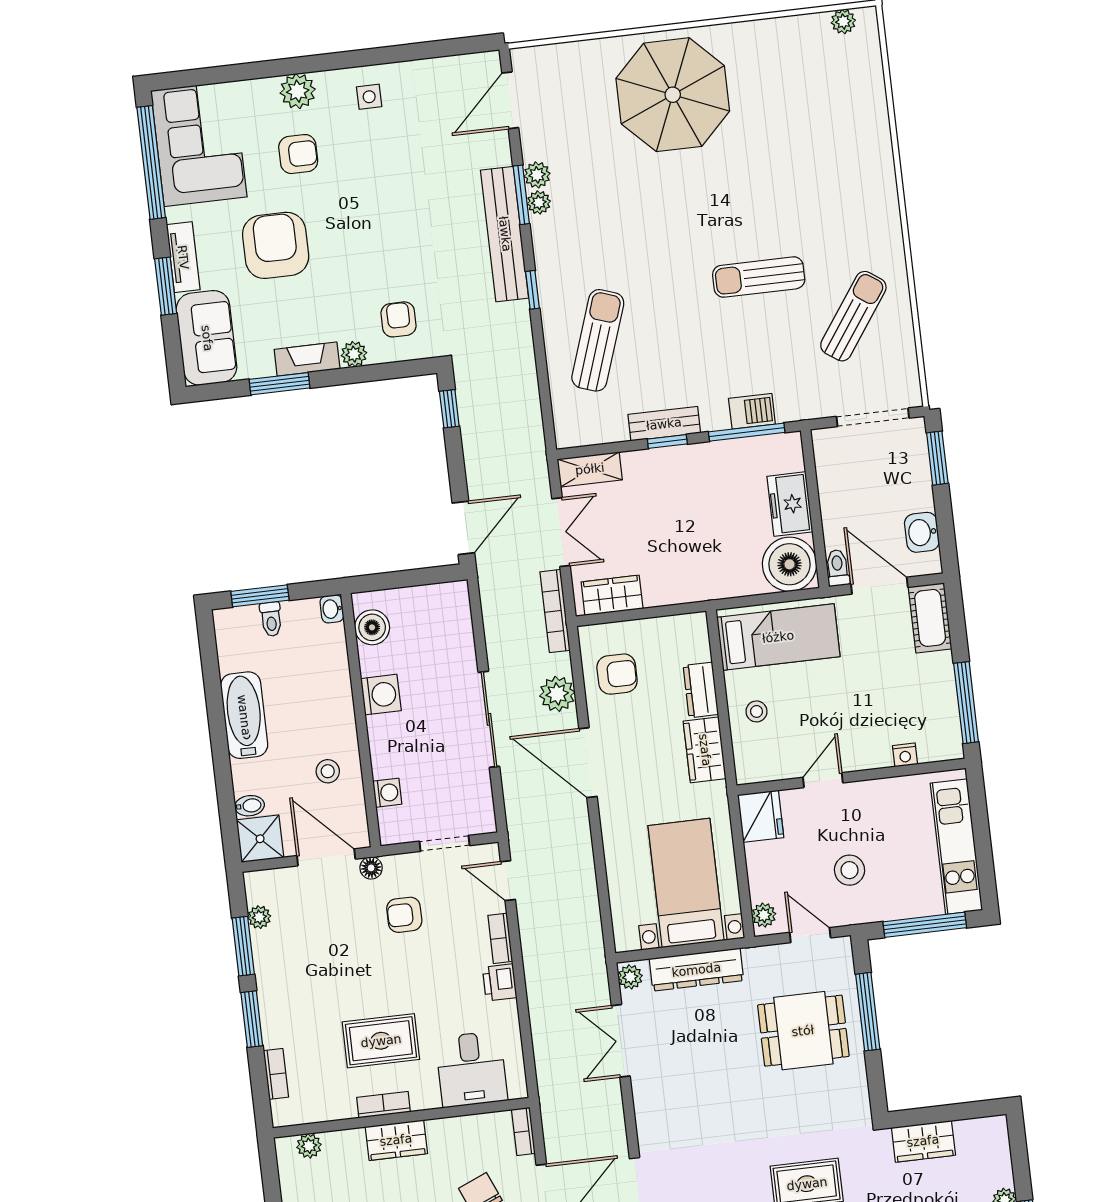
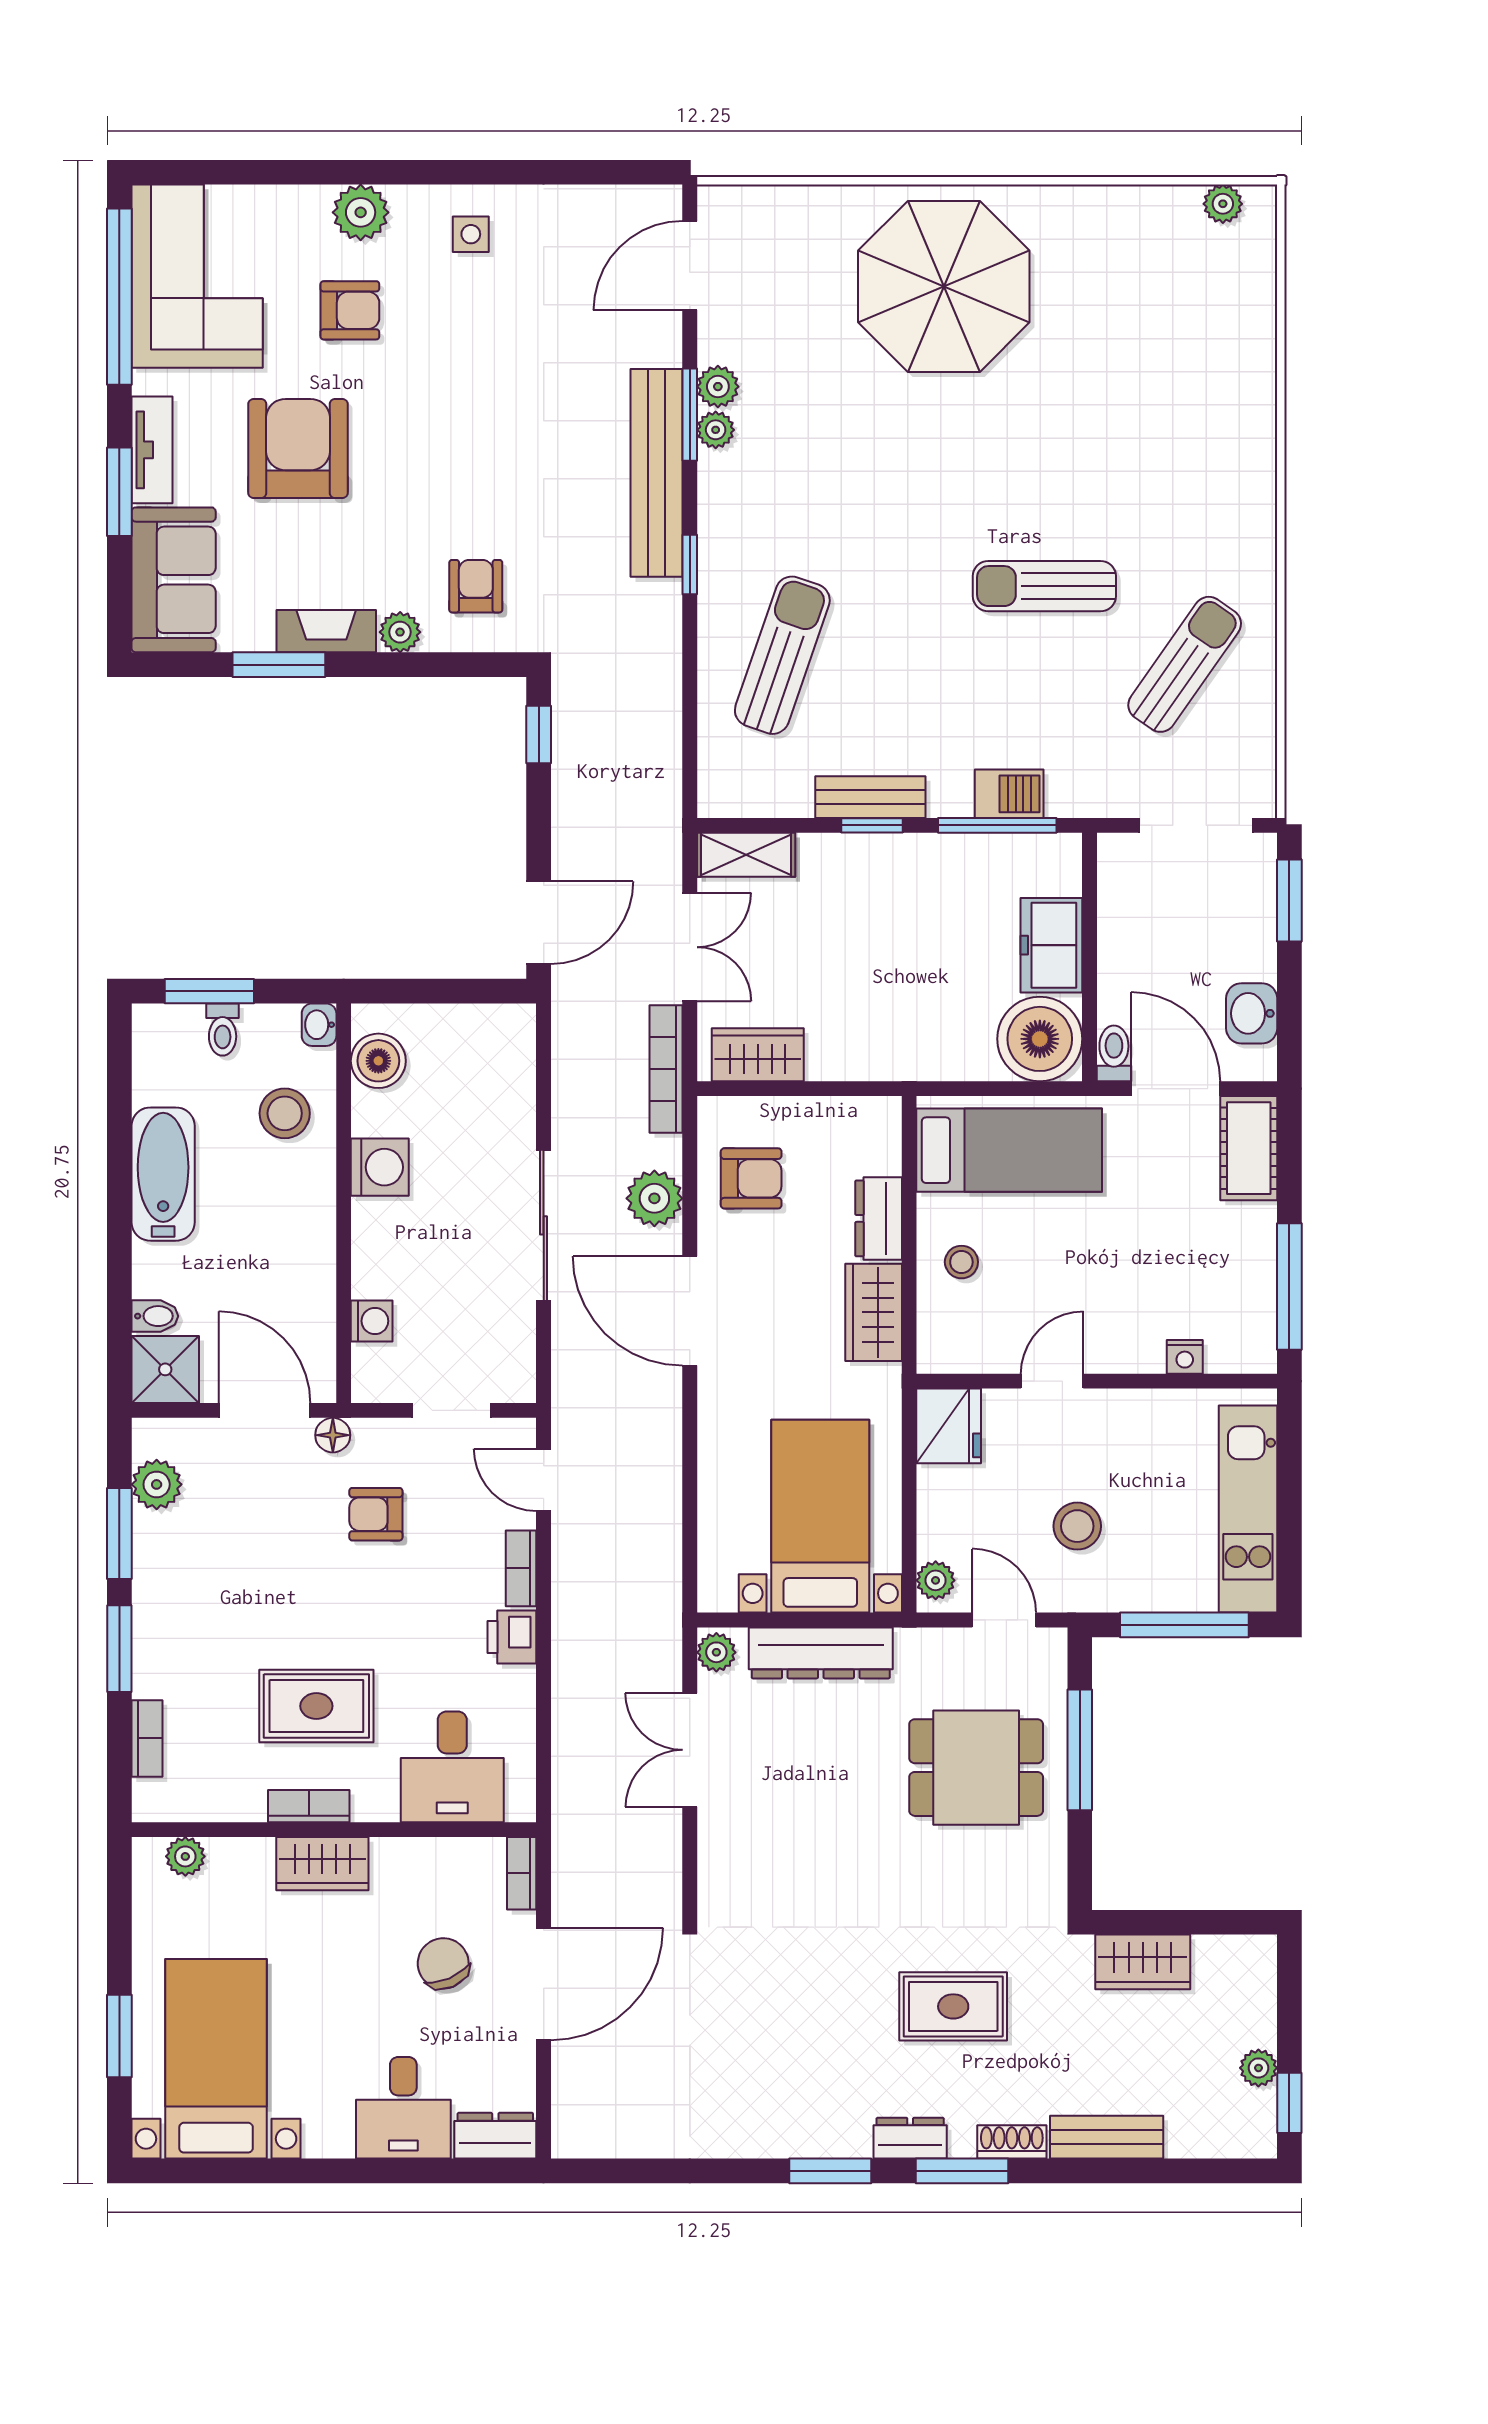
stool: (328, 771) -> (285, 1113), moved, width x1.37, depth x1.37
plant: (259, 917) -> (157, 1484), width x1.38, depth x1.38

